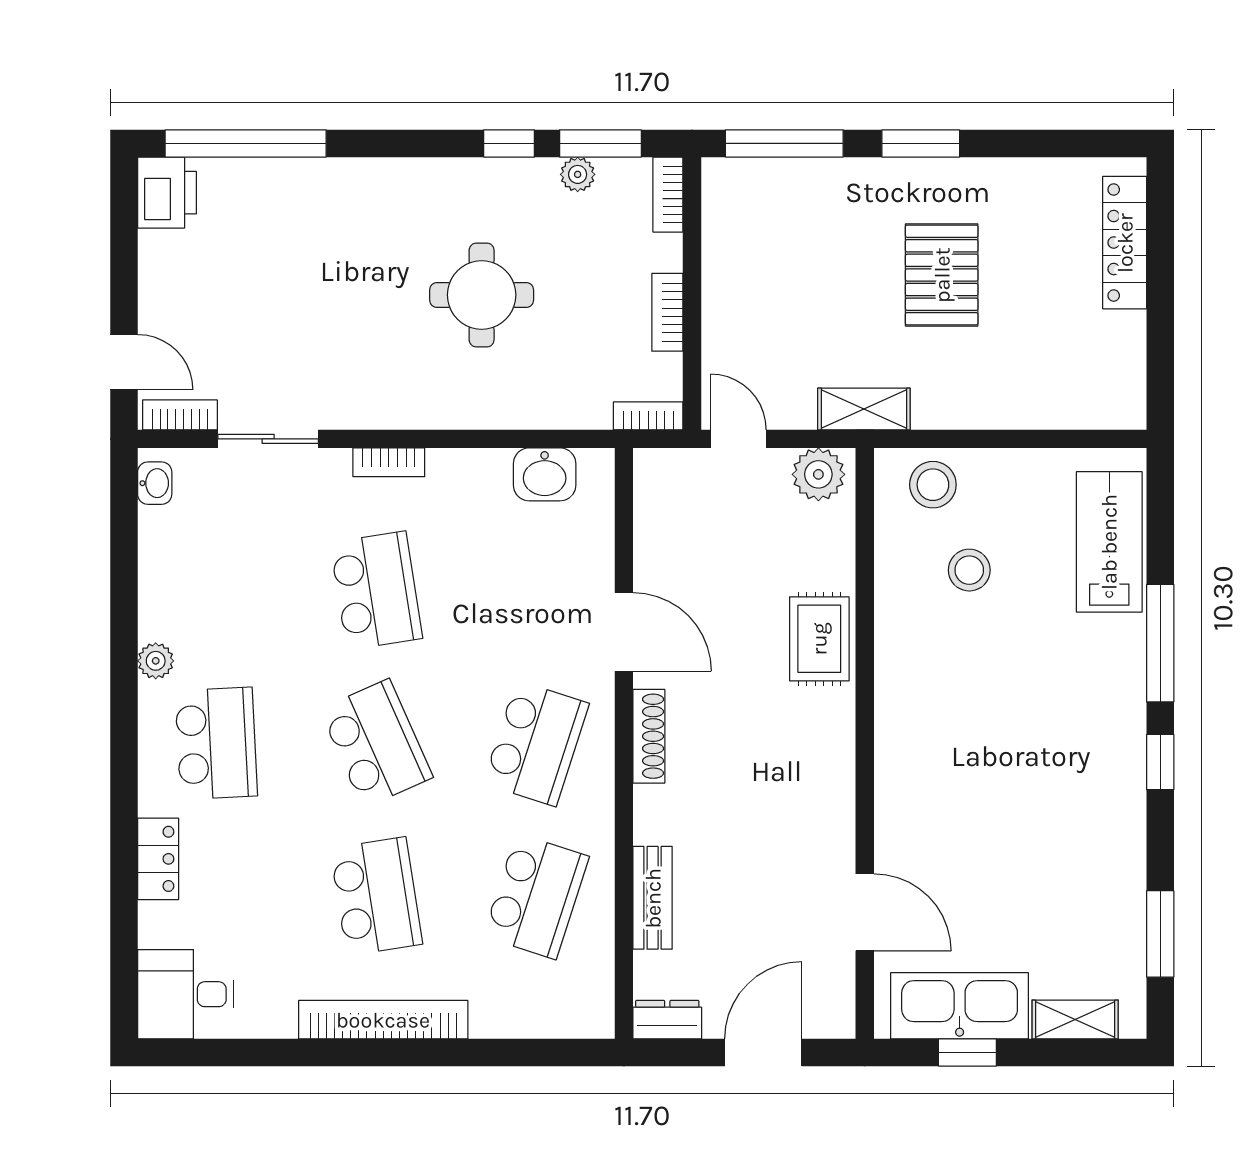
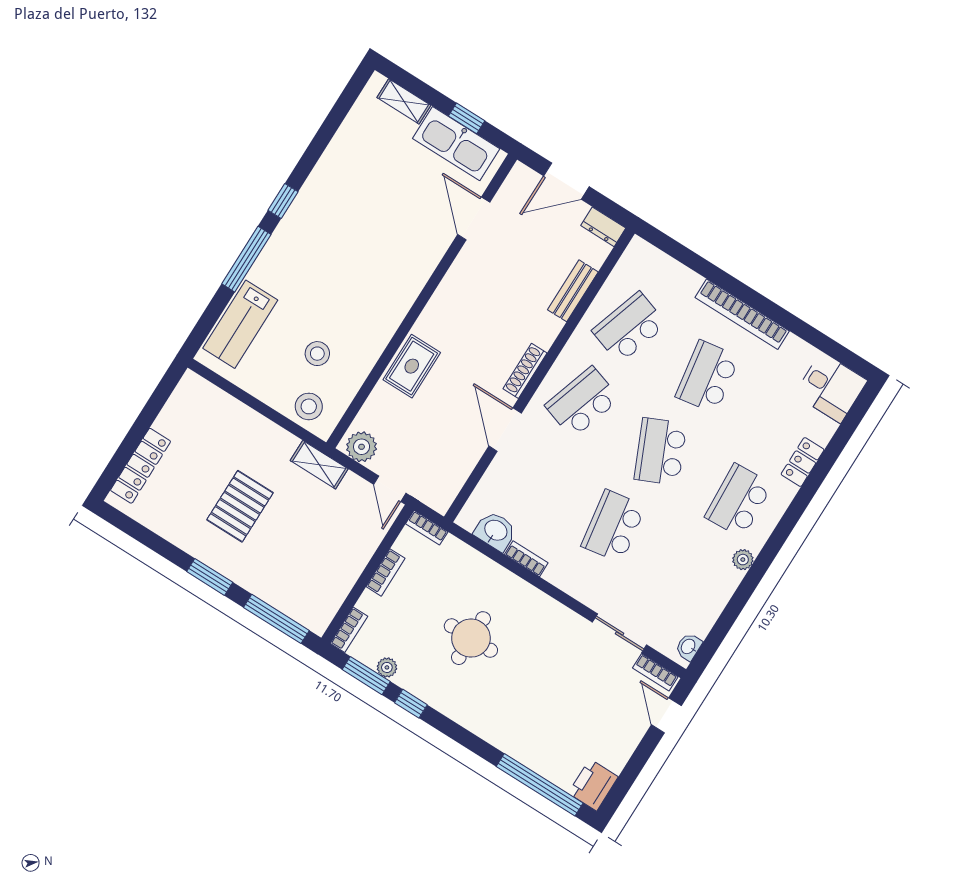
bookcase: (389, 462) -> (526, 559), moved
window: (1160, 934) -> (336, 117), removed

